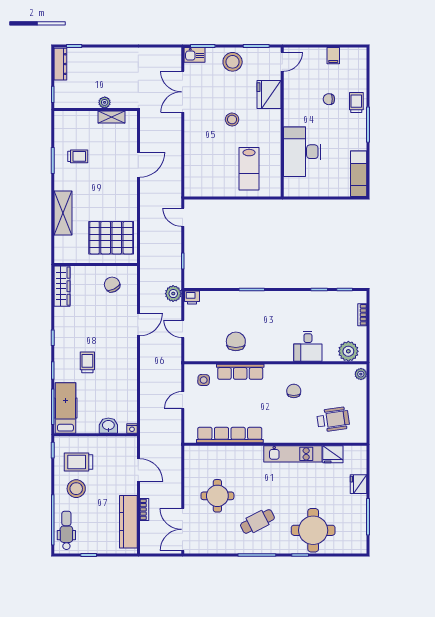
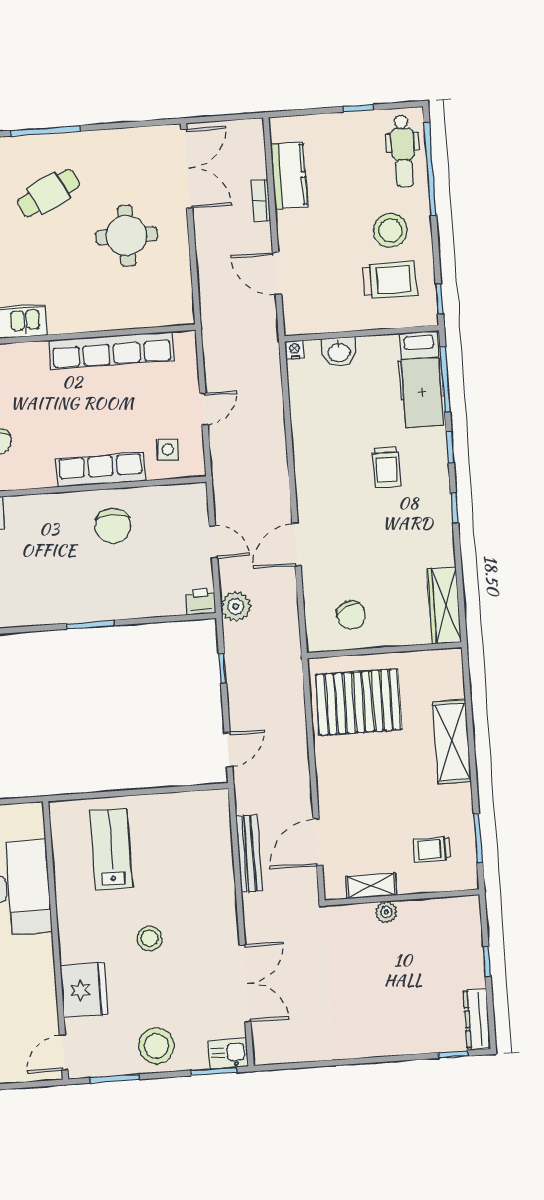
plant: (105, 102) -> (386, 912), moved
wall: (96, 110) -> (402, 897), moved
shelving: (112, 117) -> (371, 886), moved
bench: (176, 161) -> (249, 853), added
door: (183, 217) -> (228, 750), hinge flipped
kitchen counter: (128, 522) -> (289, 175), width x0.67

